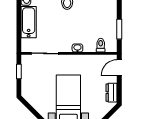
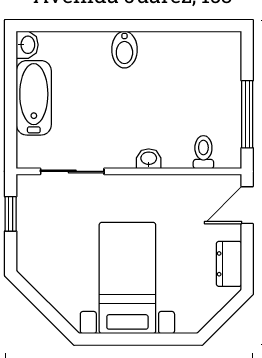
window: (119, 29) -> (247, 114), width x1.44

